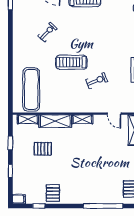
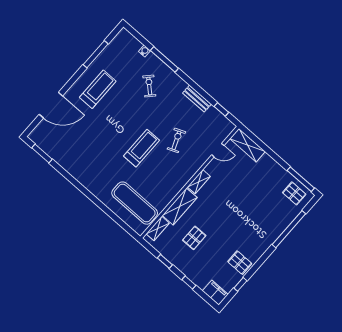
exercise bike: (47, 32) -> (149, 86), moved
treadmill: (71, 62) -> (142, 148), turned 180
filing cabinet: (19, 199) -> (215, 293), width x2.00

